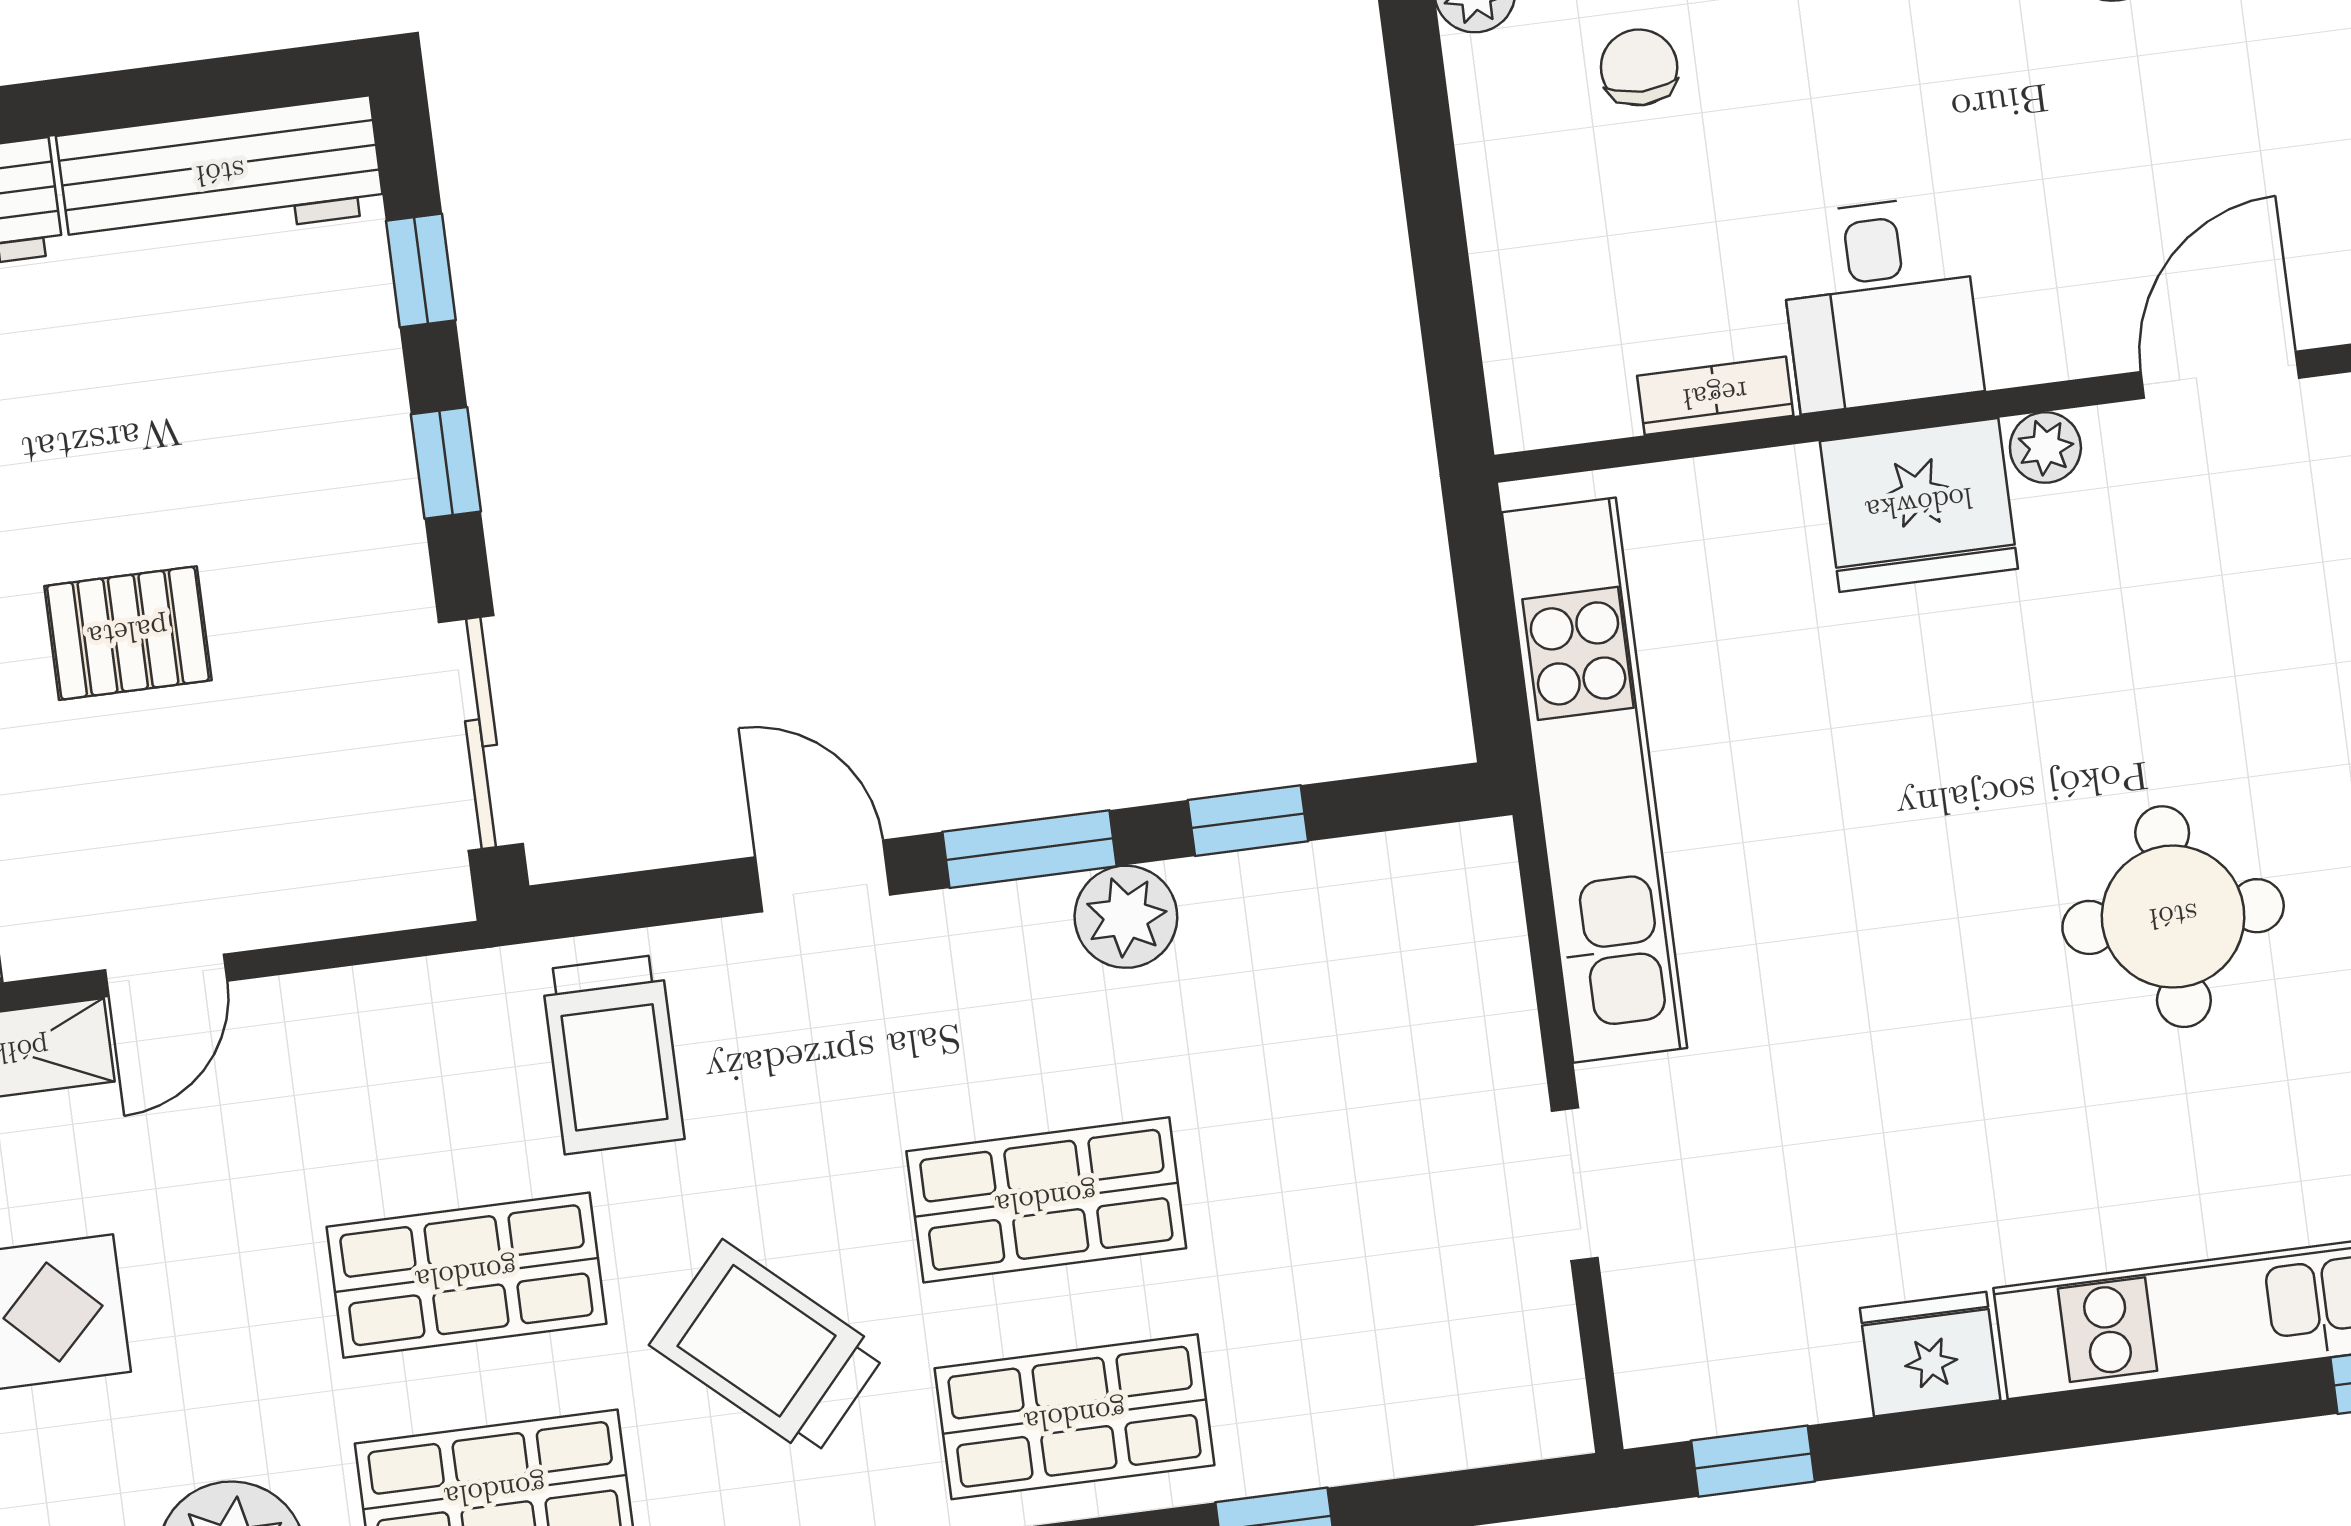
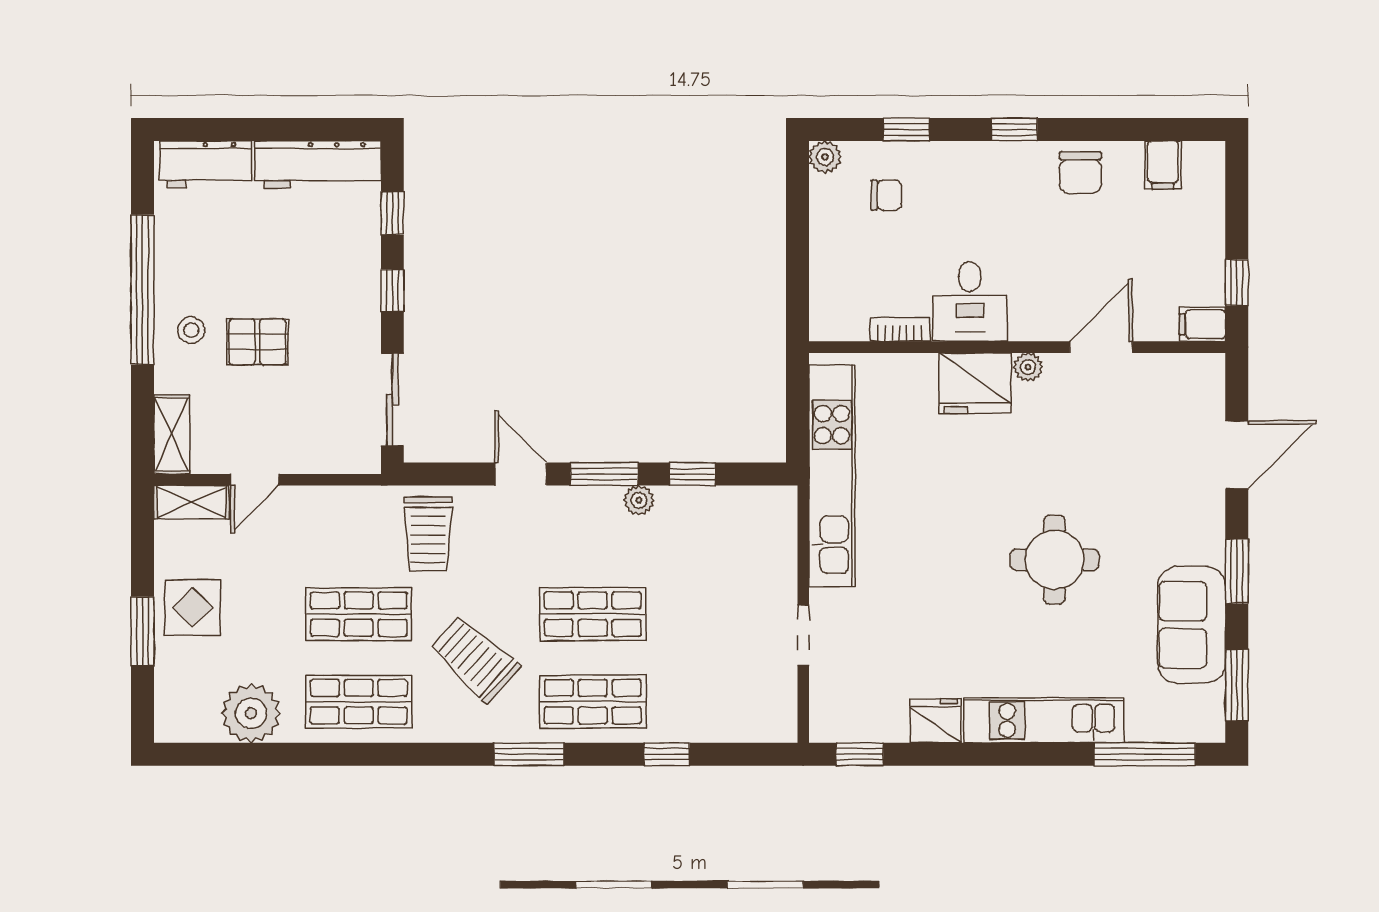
chair: (1639, 67) -> (886, 195), turned 90
plant: (1126, 917) -> (639, 500), width x0.73, depth x0.73

